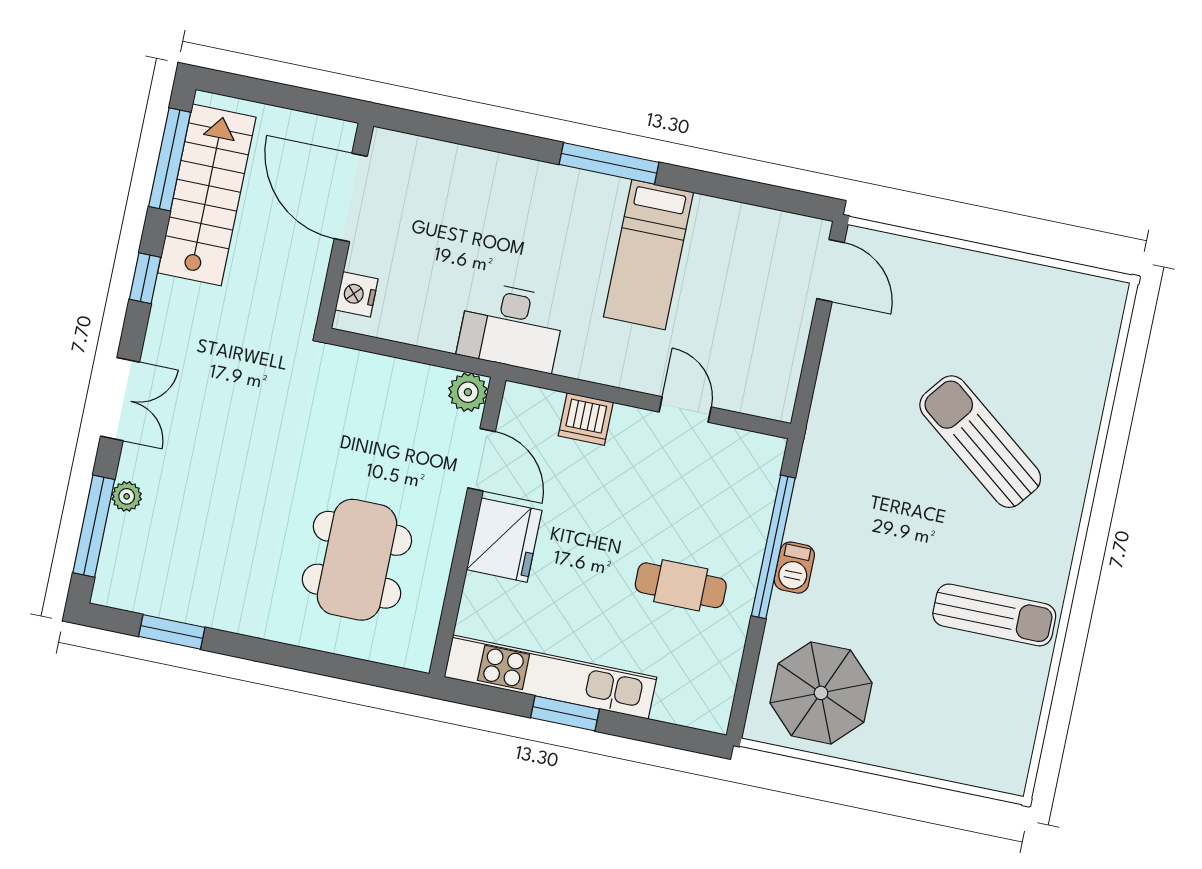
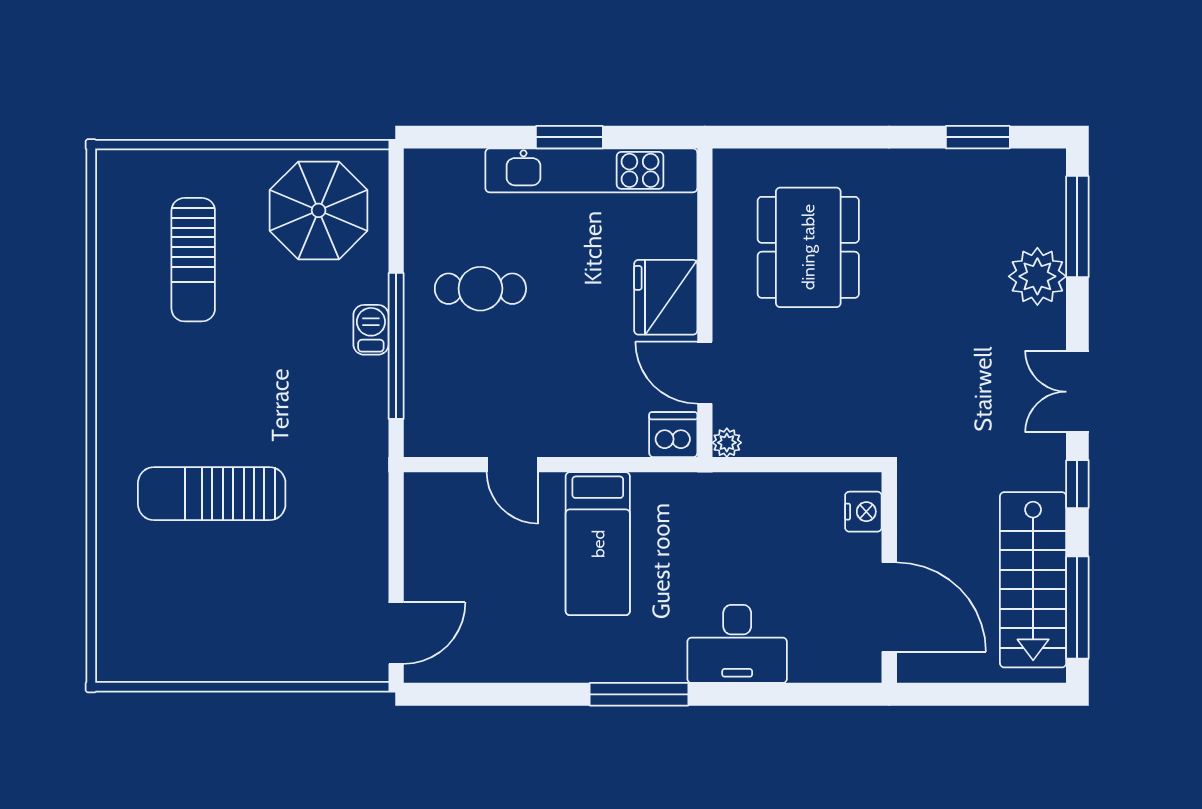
bed: (649, 255) -> (598, 544), moved, turned 180
door: (831, 271) -> (396, 633), swing flipped
desk: (511, 327) -> (737, 644), moved, turned 180
plant: (468, 392) -> (727, 443), width x0.73, depth x0.73
double door: (120, 399) -> (1077, 392), moved
dishwasher: (586, 419) -> (673, 435), moved
sun lounger: (980, 442) -> (212, 494), turned 142
plant: (127, 496) -> (1037, 276), width x1.88, depth x1.88
sun lounger: (994, 615) -> (193, 260), moved, turned -90

